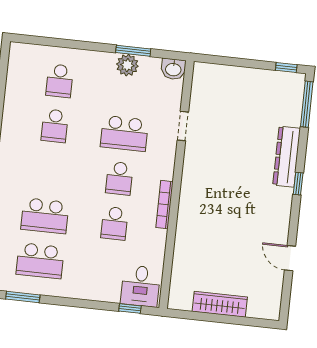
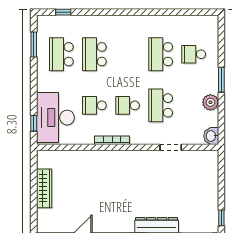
window: (133, 51) -> (221, 80), moved
school desk: (55, 126) -> (161, 54), width x1.85
desk: (141, 286) -> (55, 118), width x1.87, depth x1.30

